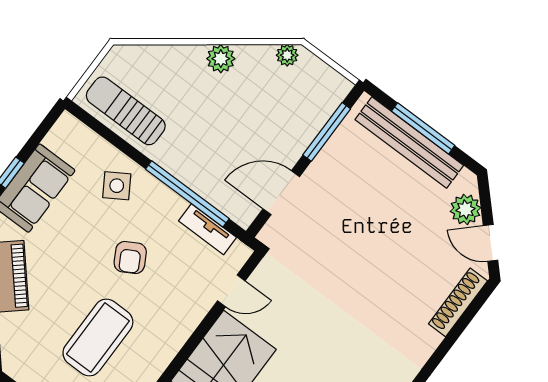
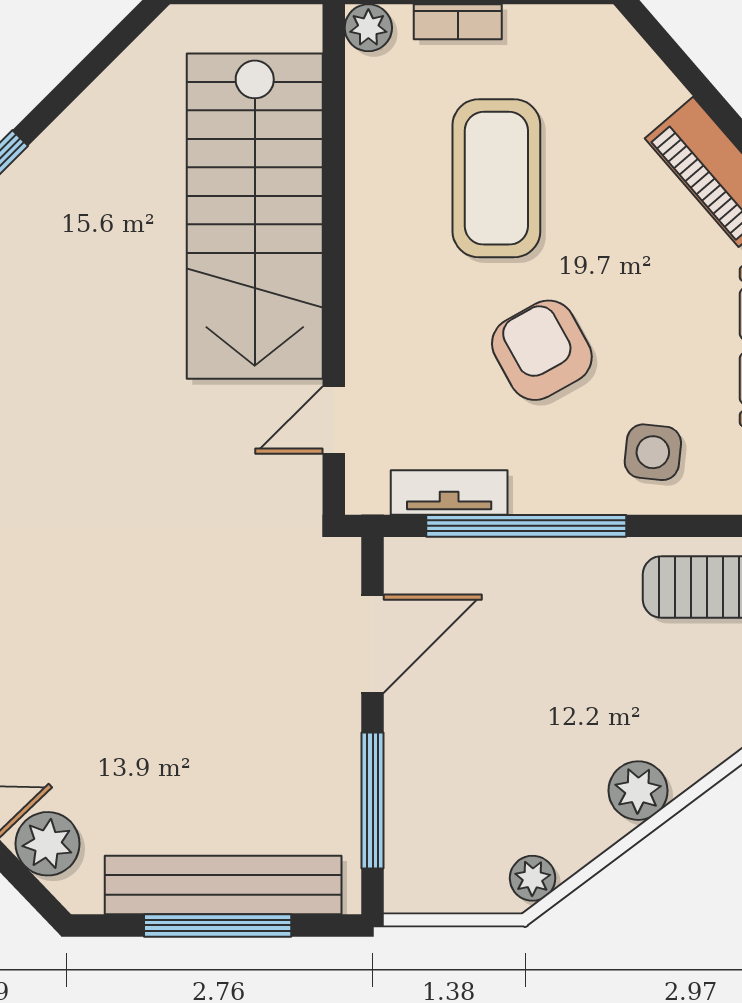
side table: (117, 186) -> (653, 452), turned 38
armchair: (130, 257) -> (542, 350), width x1.38, depth x1.38

